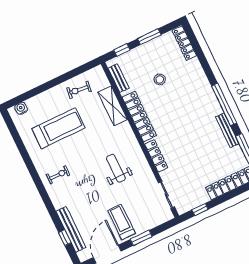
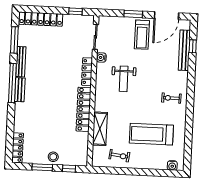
bench: (119, 78) -> (20, 90), moved
stool: (160, 79) -> (53, 157), moved
water cooler: (150, 178) -> (101, 57), added

